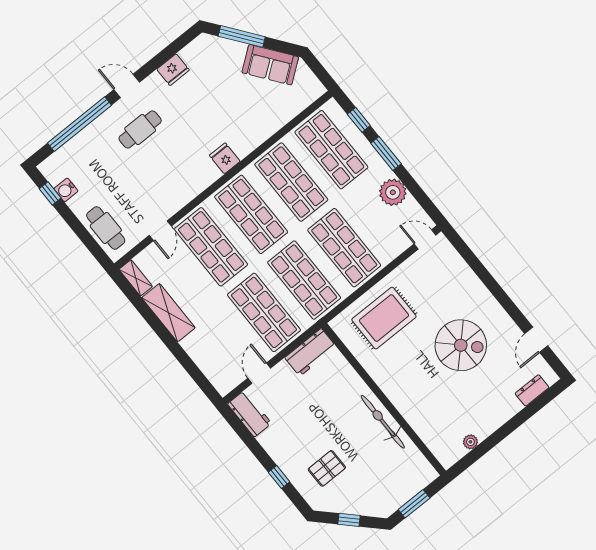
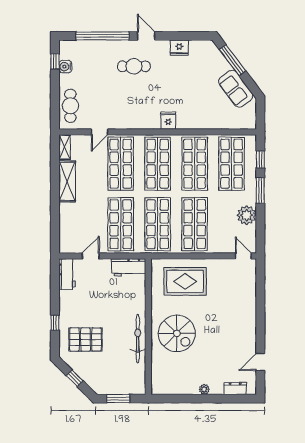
spiral stairs: (461, 345) -> (177, 333), moved
plant: (470, 442) -> (204, 389), moved
pallet: (327, 468) -> (86, 339), width x1.50, depth x1.42

